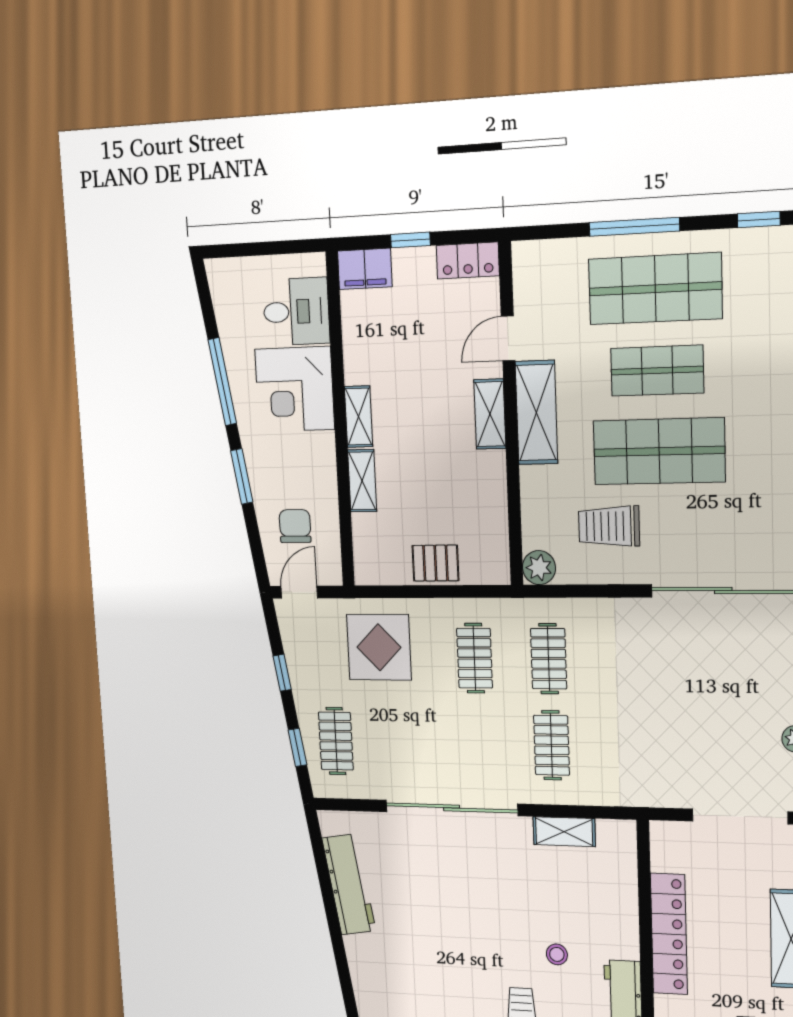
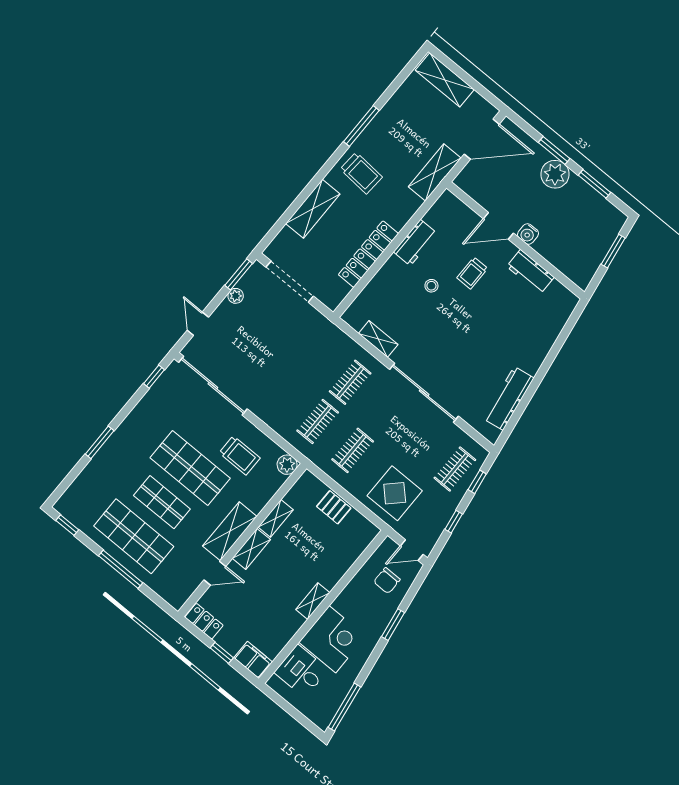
window: (222, 382) -> (344, 707), moved
shelving: (362, 481) -> (276, 518), moved

